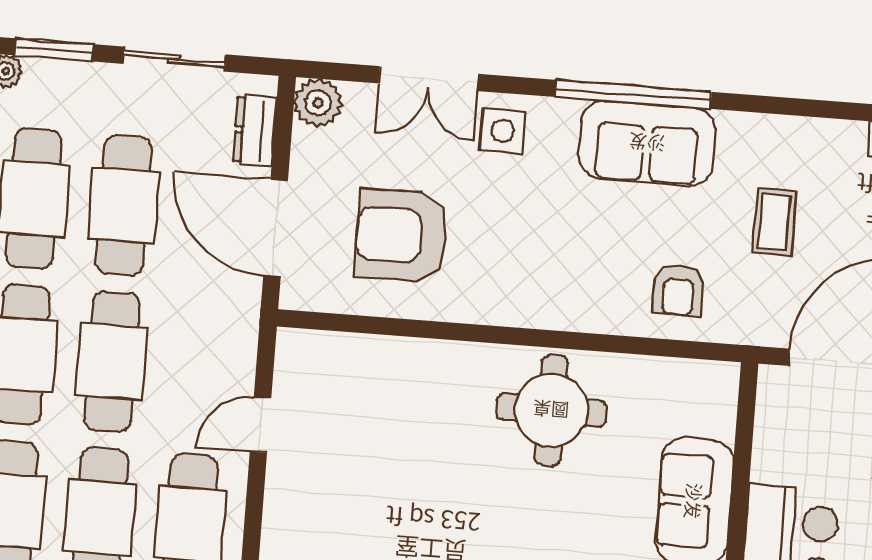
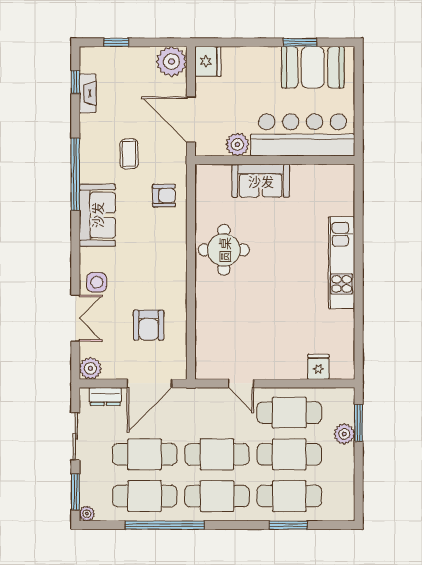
window: (633, 94) -> (75, 174), moved
coffee table: (774, 222) -> (129, 154), turned 90
armchair: (402, 236) -> (149, 325), width x0.73, depth x0.73
plant: (776, 457) -> (237, 144), added

